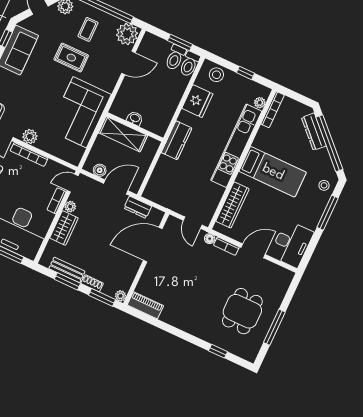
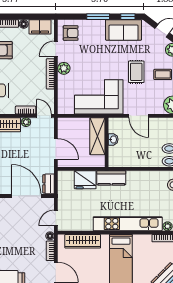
door: (128, 63) -> (139, 116), moved
fridge: (197, 101) -> (85, 180), moved
boiler: (100, 170) -> (63, 131), removed
dresser: (138, 207) -> (49, 184), moved

